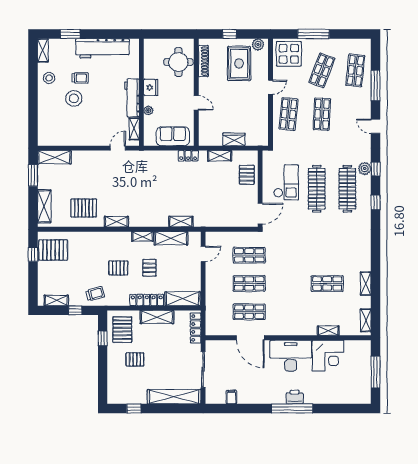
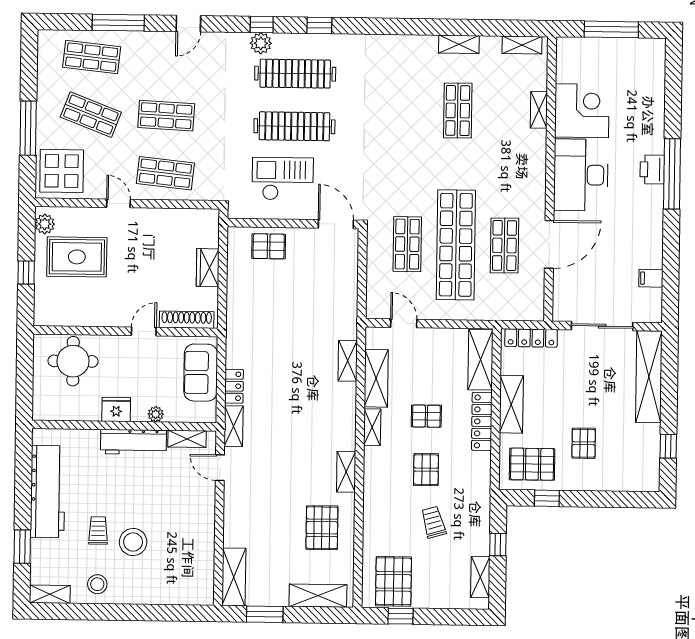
shoe rack: (203, 61) -> (187, 320), moved
locker: (188, 156) -> (234, 386), moved
shelving: (220, 156) -> (234, 426), moved
shop shelf: (249, 284) -> (456, 245), width x2.00, depth x1.36
trolley: (95, 294) -> (433, 522), moved

